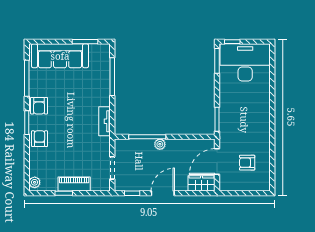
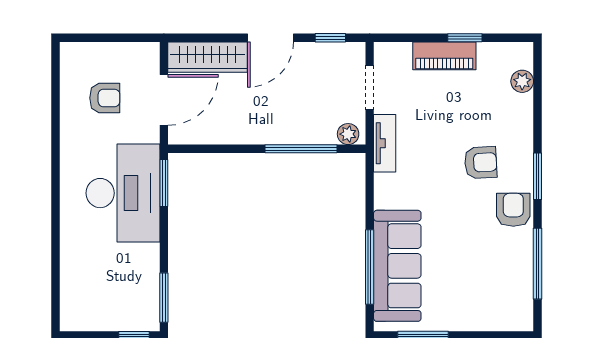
sofa: (60, 56) -> (397, 266), moved, turned 90
desk: (245, 62) -> (123, 193), moved, turned -90
tv unit: (105, 121) -> (385, 143), moved
armchair: (40, 139) -> (481, 163), moved, turned -93
plant: (160, 144) -> (348, 134), moved
plant: (35, 182) -> (522, 81), moved
wardrobe: (202, 183) -> (207, 57), width x1.50

